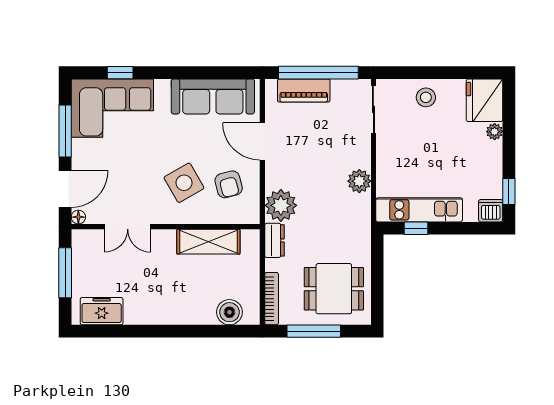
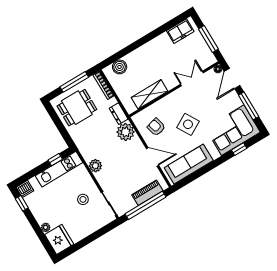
stool: (426, 97) -> (83, 199), moved
side table: (184, 183) -> (188, 124), moved

